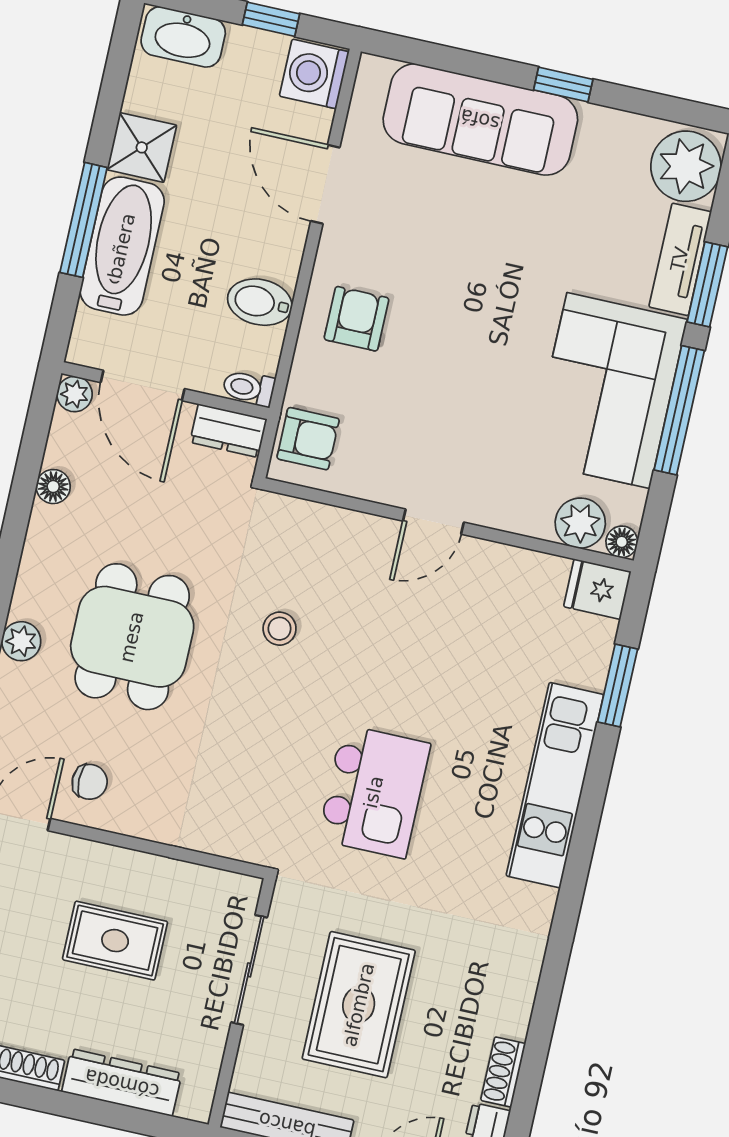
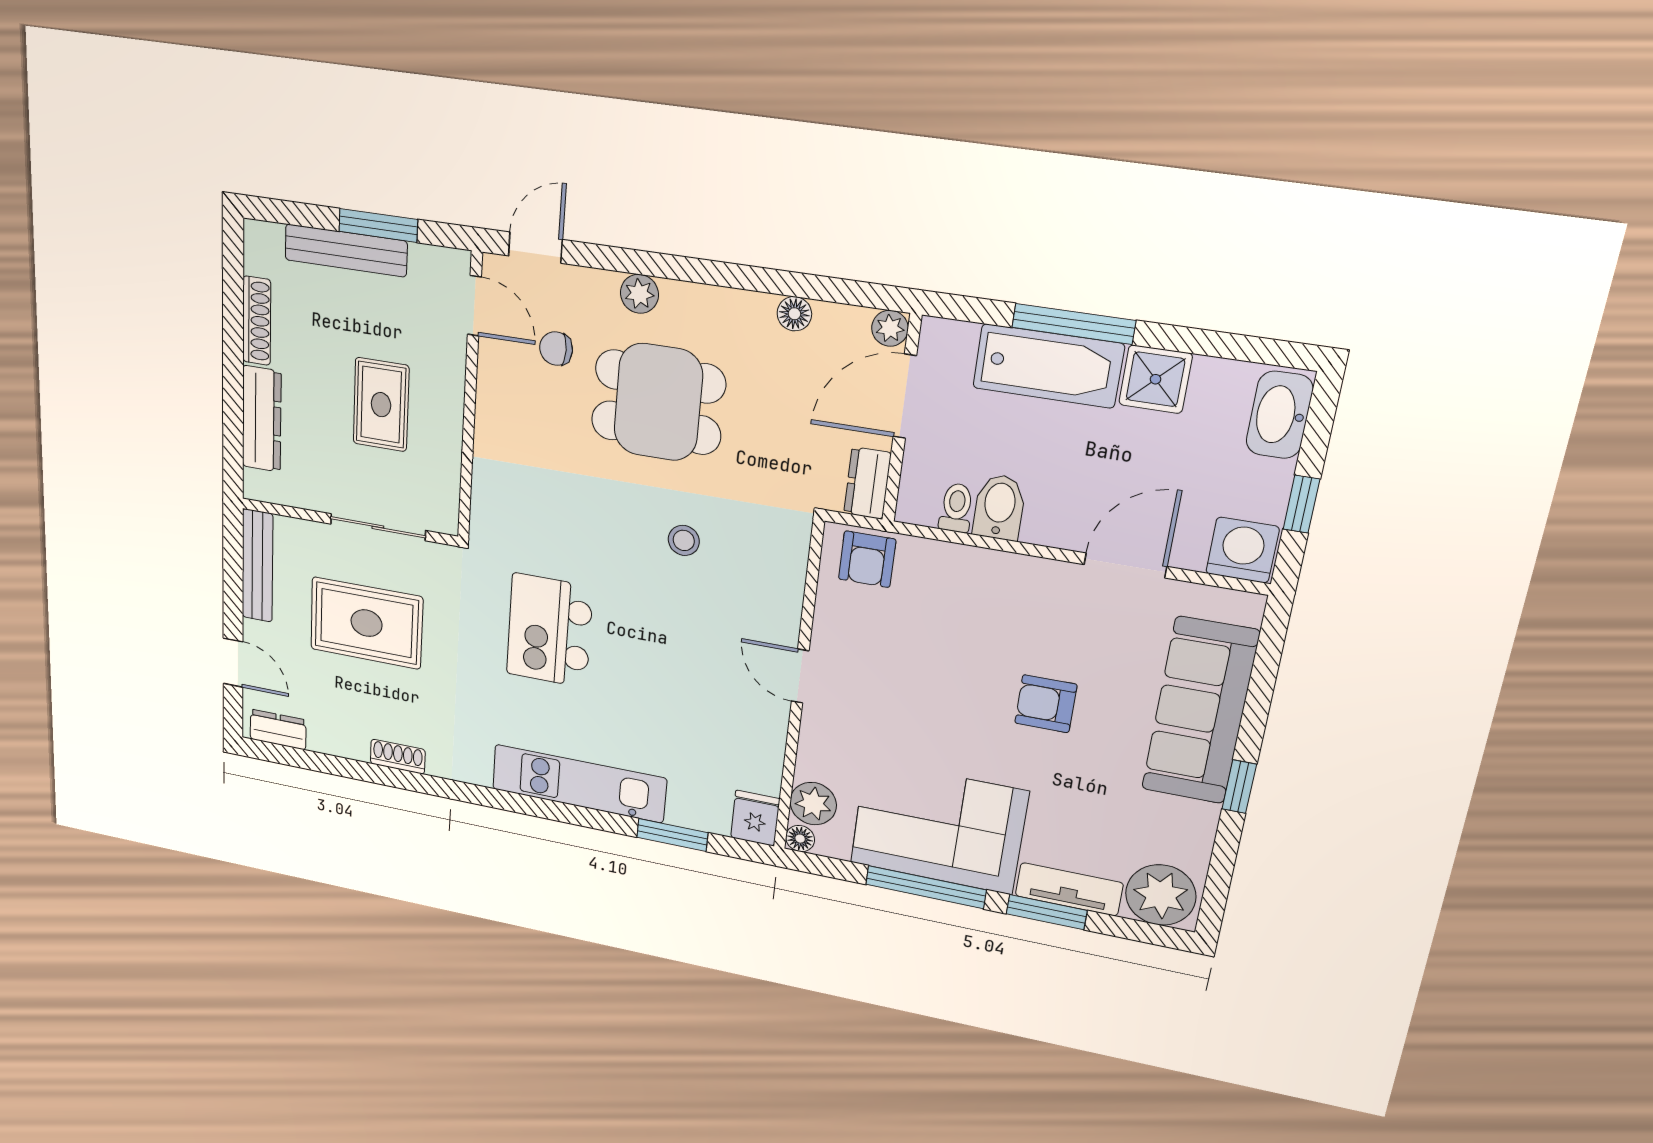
armchair: (357, 319) -> (1046, 704), moved, turned 180
toilet: (249, 388) -> (956, 508), moved
chair: (90, 782) -> (556, 349), moved, turned 90
kitchen island: (374, 792) -> (550, 631), turned 90
shoe rack: (503, 1072) -> (398, 757), moved

